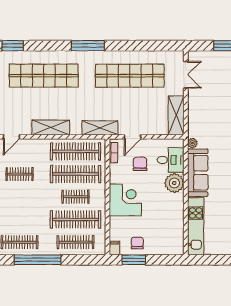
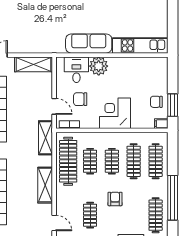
plant: (192, 143) -> (60, 49), removed
clothes rail: (76, 174) -> (90, 161), width x0.54, depth x0.76
armchair: (36, 200) -> (115, 199), added
clothes rail: (76, 219) -> (134, 161), width x0.73, depth x0.76

